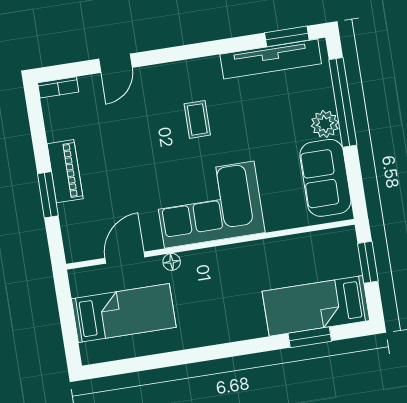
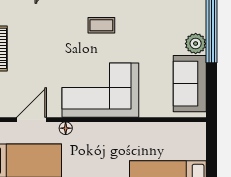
coffee table: (197, 119) -> (101, 25), turned 90
window: (368, 262) -> (211, 151), removed

